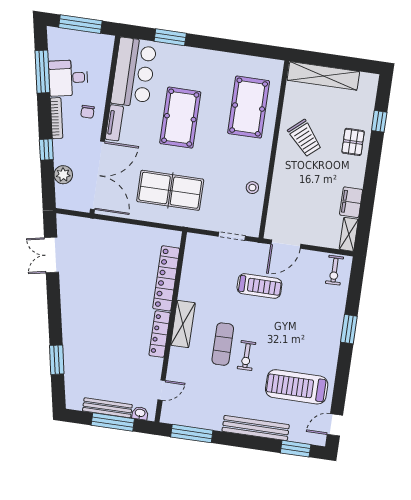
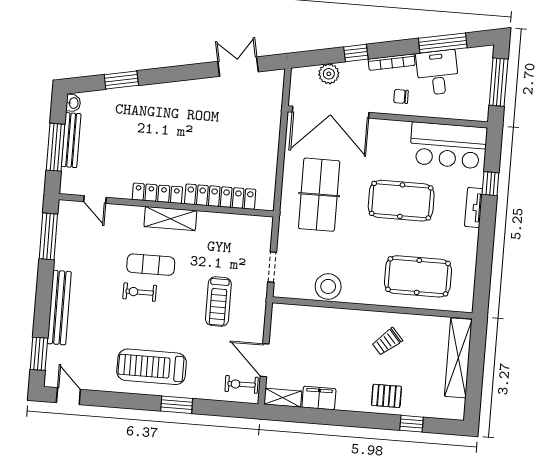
window: (170, 37) -> (490, 184), width x0.67
tv unit: (114, 123) -> (474, 207), moved, turned 90
trolley: (305, 138) -> (387, 342), width x0.73, depth x0.72
stool: (252, 188) -> (328, 286), width x1.89, depth x1.89
door: (286, 244) -> (265, 360), moved
treadmill: (297, 387) -> (152, 367), moved, turned -90
washbasin: (140, 413) -> (73, 103), moved

